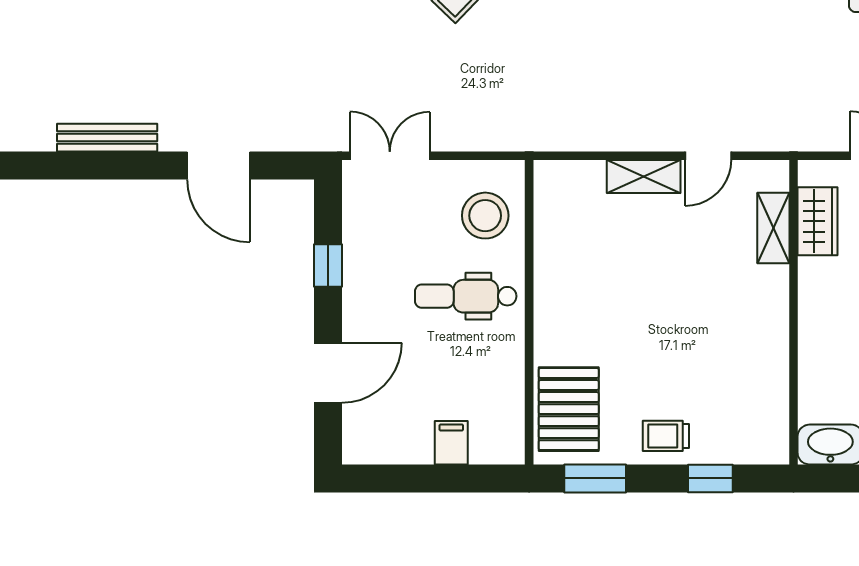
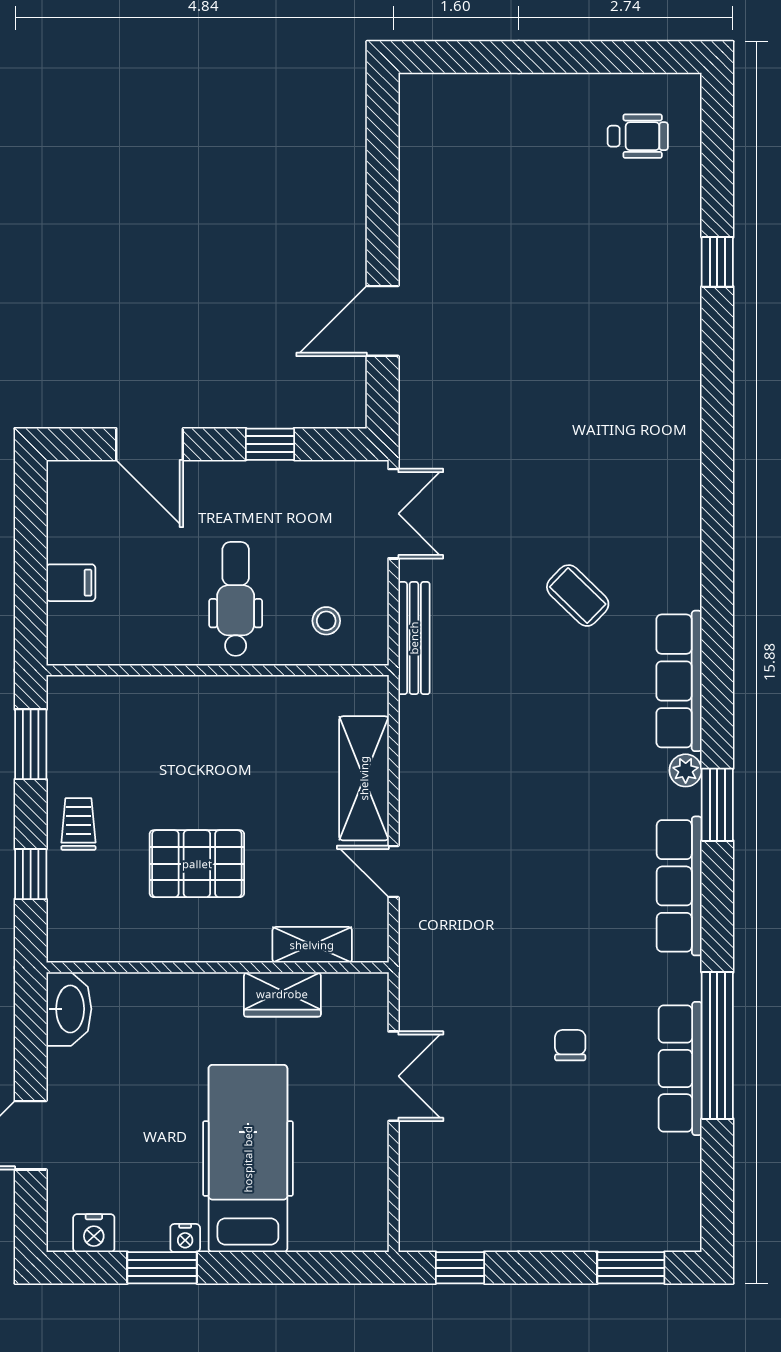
bench: (107, 138) -> (414, 638), moved
shelving: (644, 176) -> (364, 778), width x1.50, depth x1.33
stool: (485, 216) -> (326, 621), width x0.53, depth x0.53
wardrobe: (817, 221) -> (282, 994), moved
pallet: (569, 409) -> (197, 864), moved

